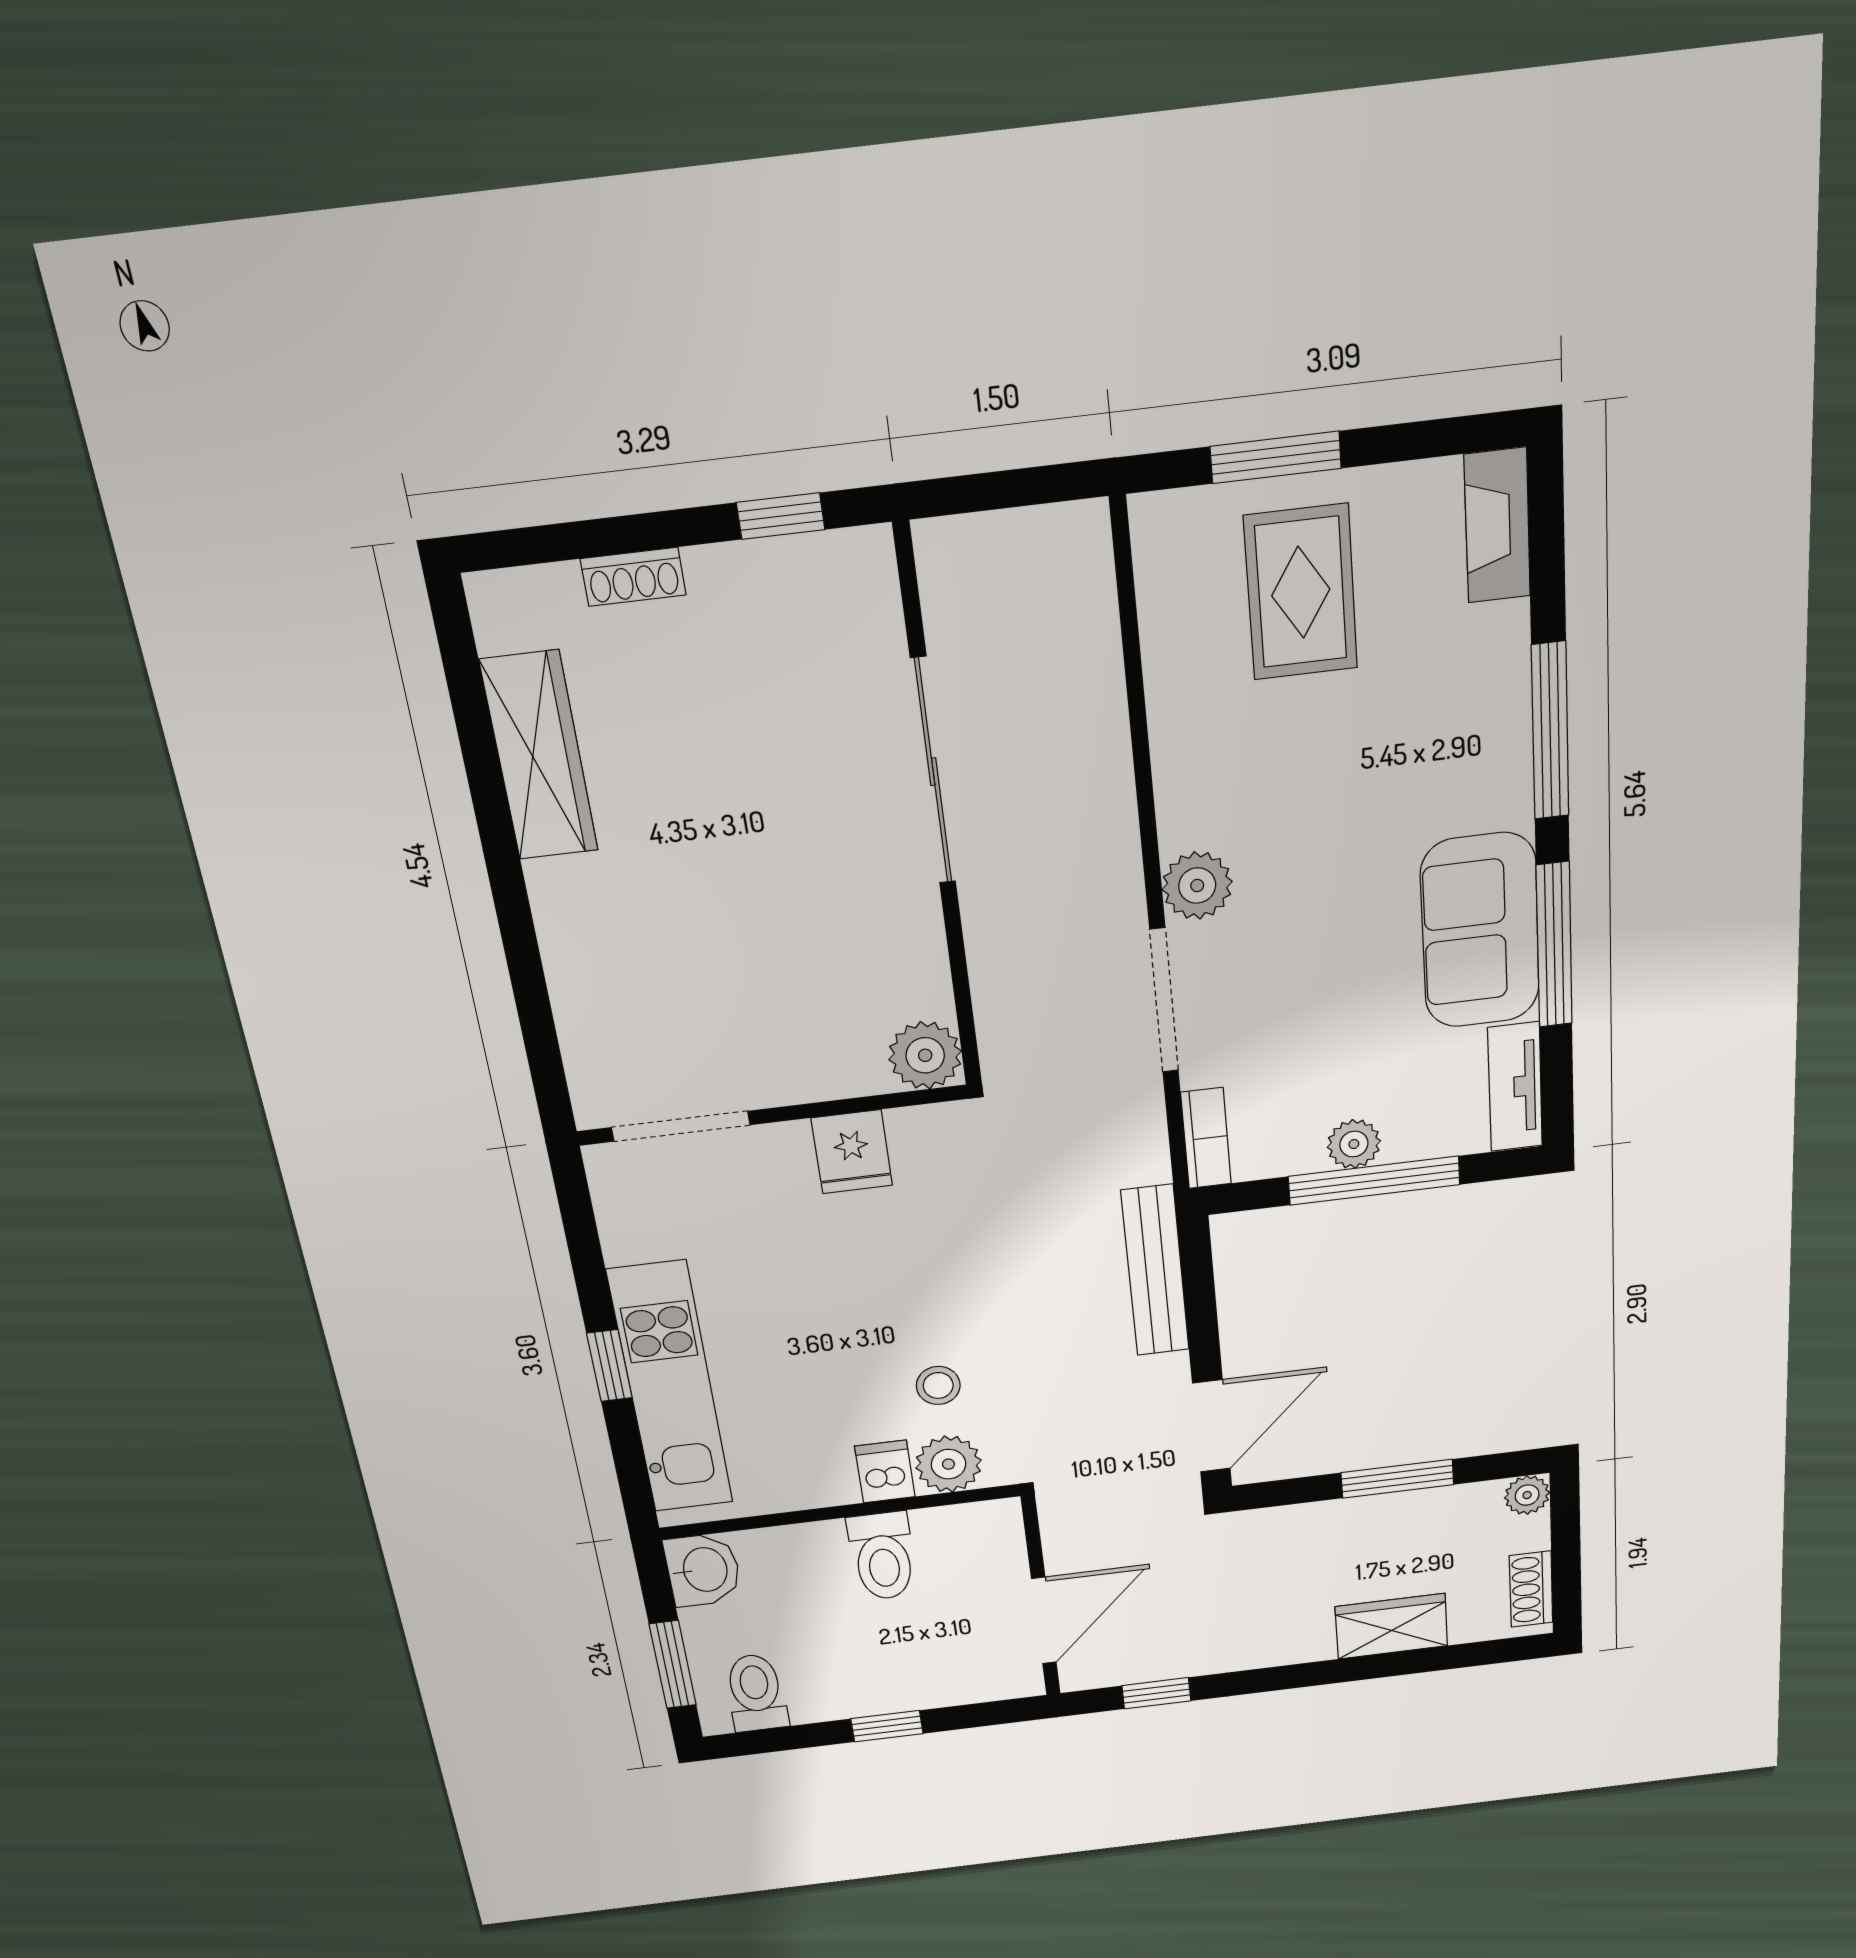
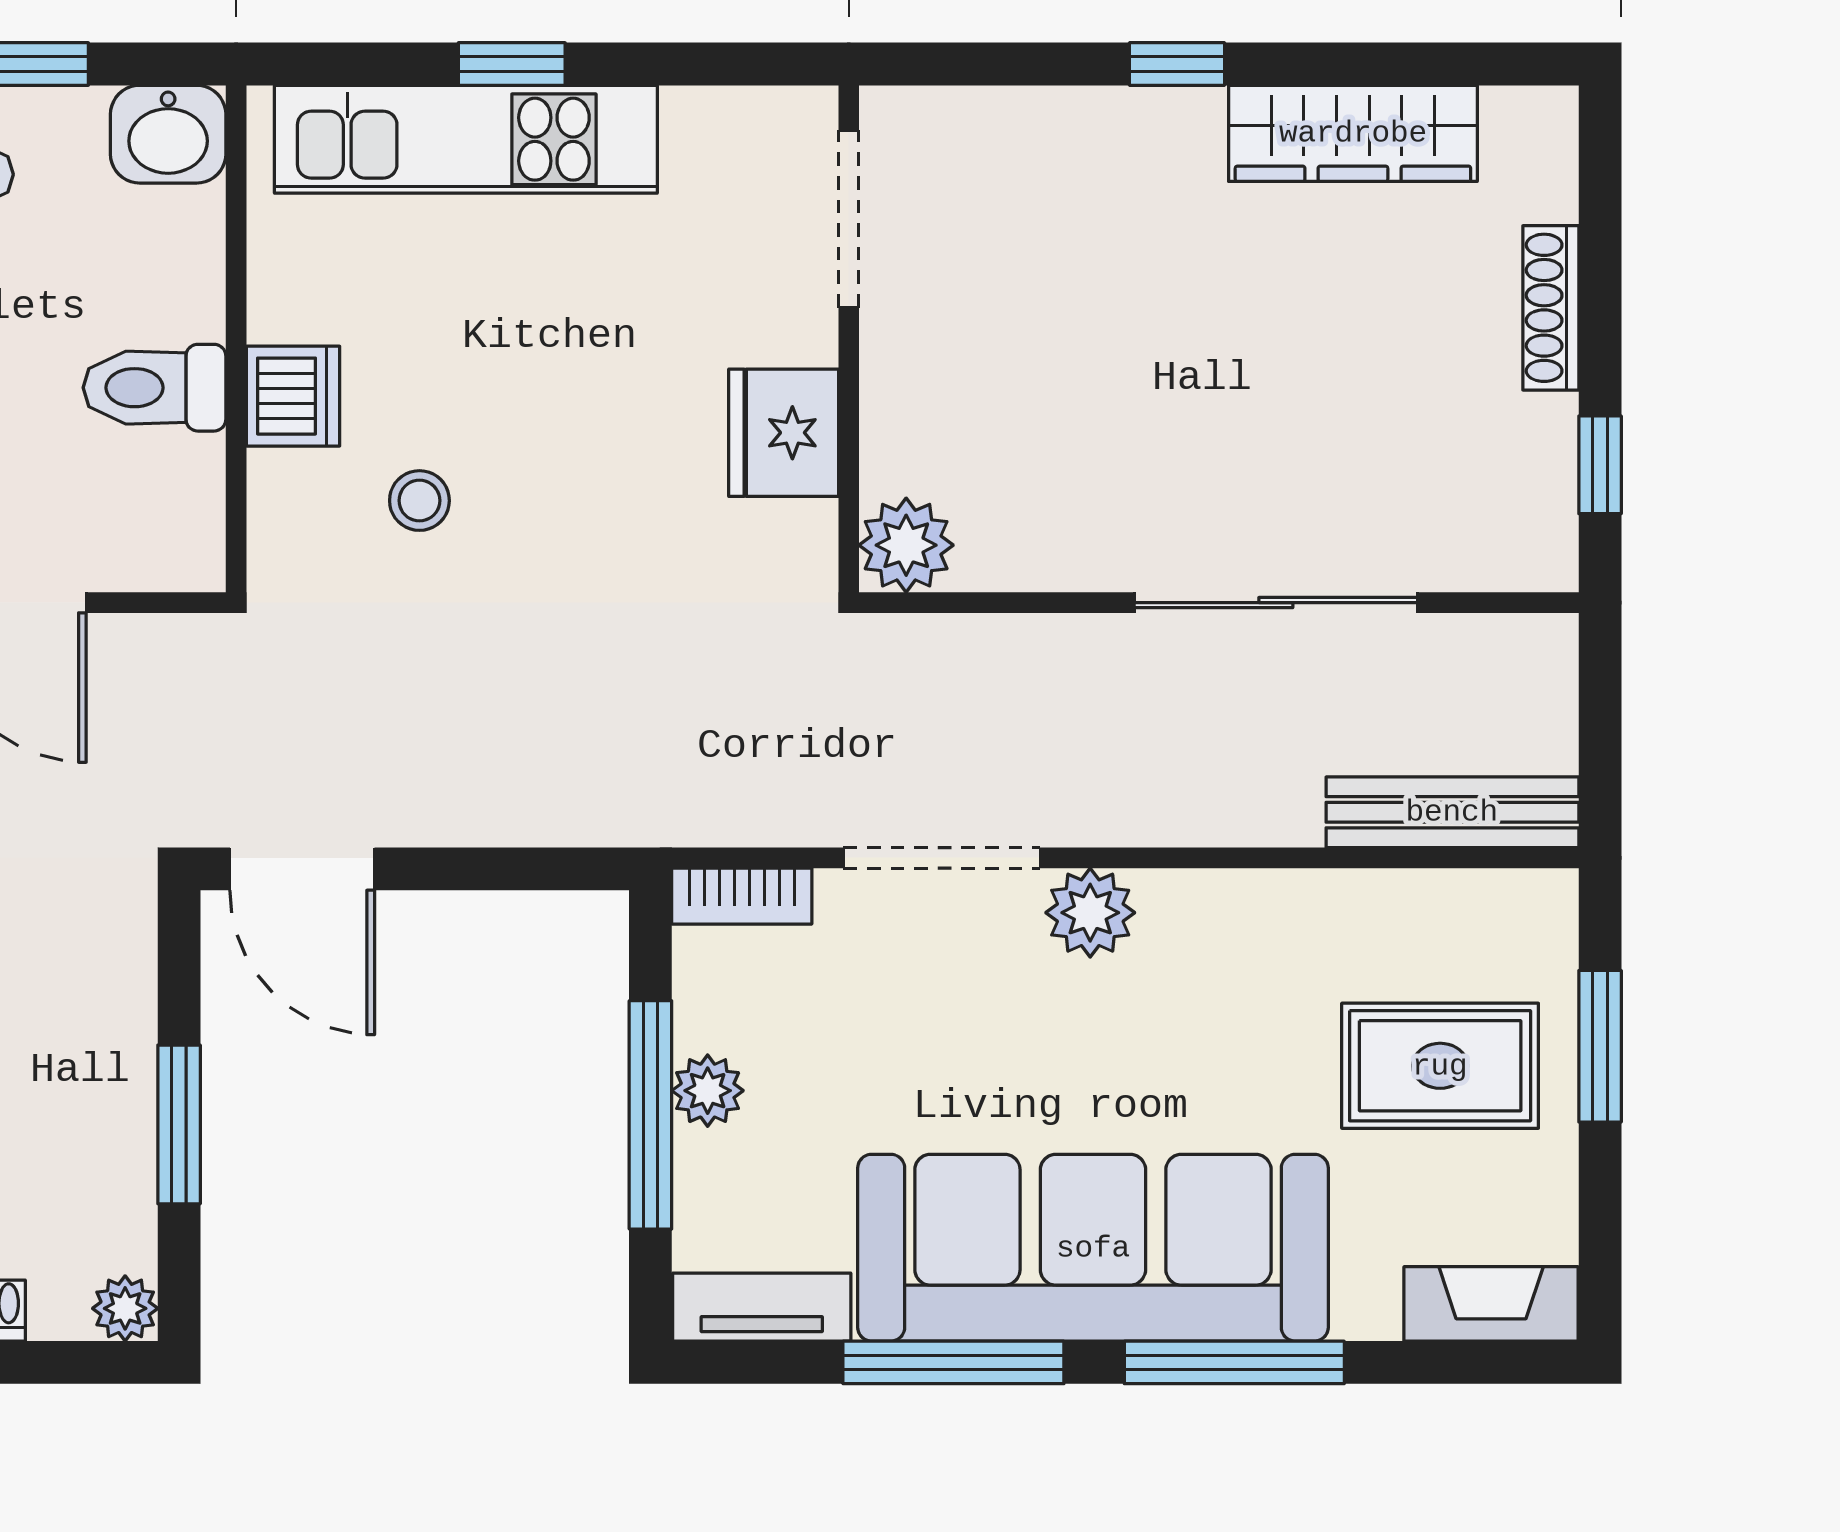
shoe rack: (633, 577) -> (1551, 308), width x1.43
window: (511, 901) -> (1177, 64), added
sofa: (1480, 931) -> (1093, 1248), width x1.85, depth x1.27
fridge: (852, 1152) -> (784, 433), width x1.38
bench: (1155, 1271) -> (1452, 812), moved
plant: (949, 1464) -> (292, 499), removed
dishwasher: (885, 1471) -> (293, 396), width x1.38

